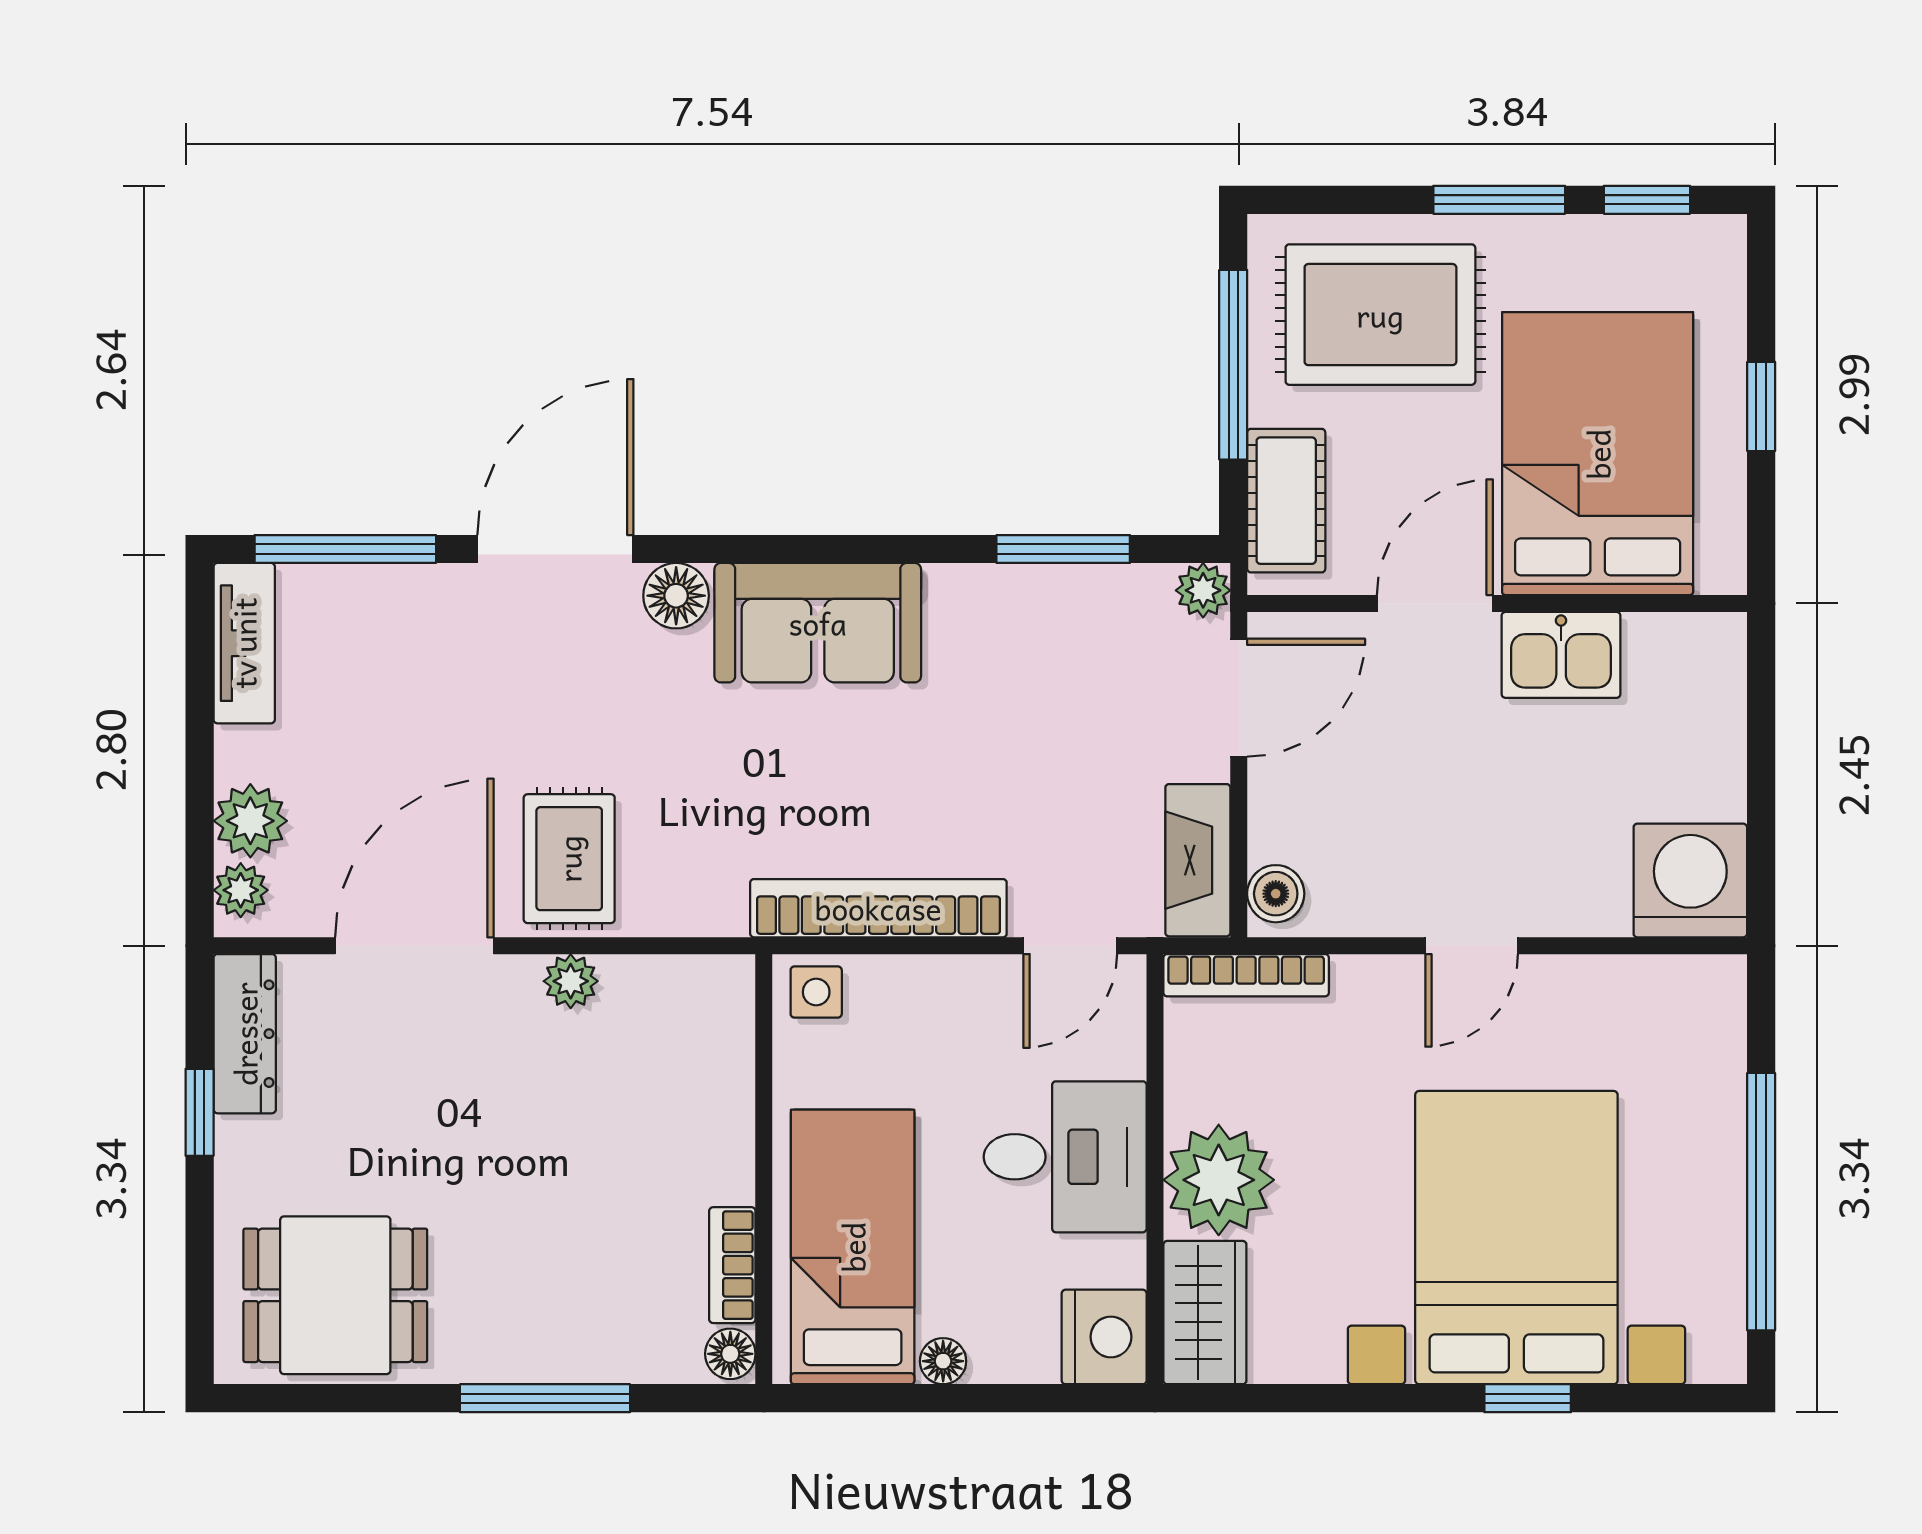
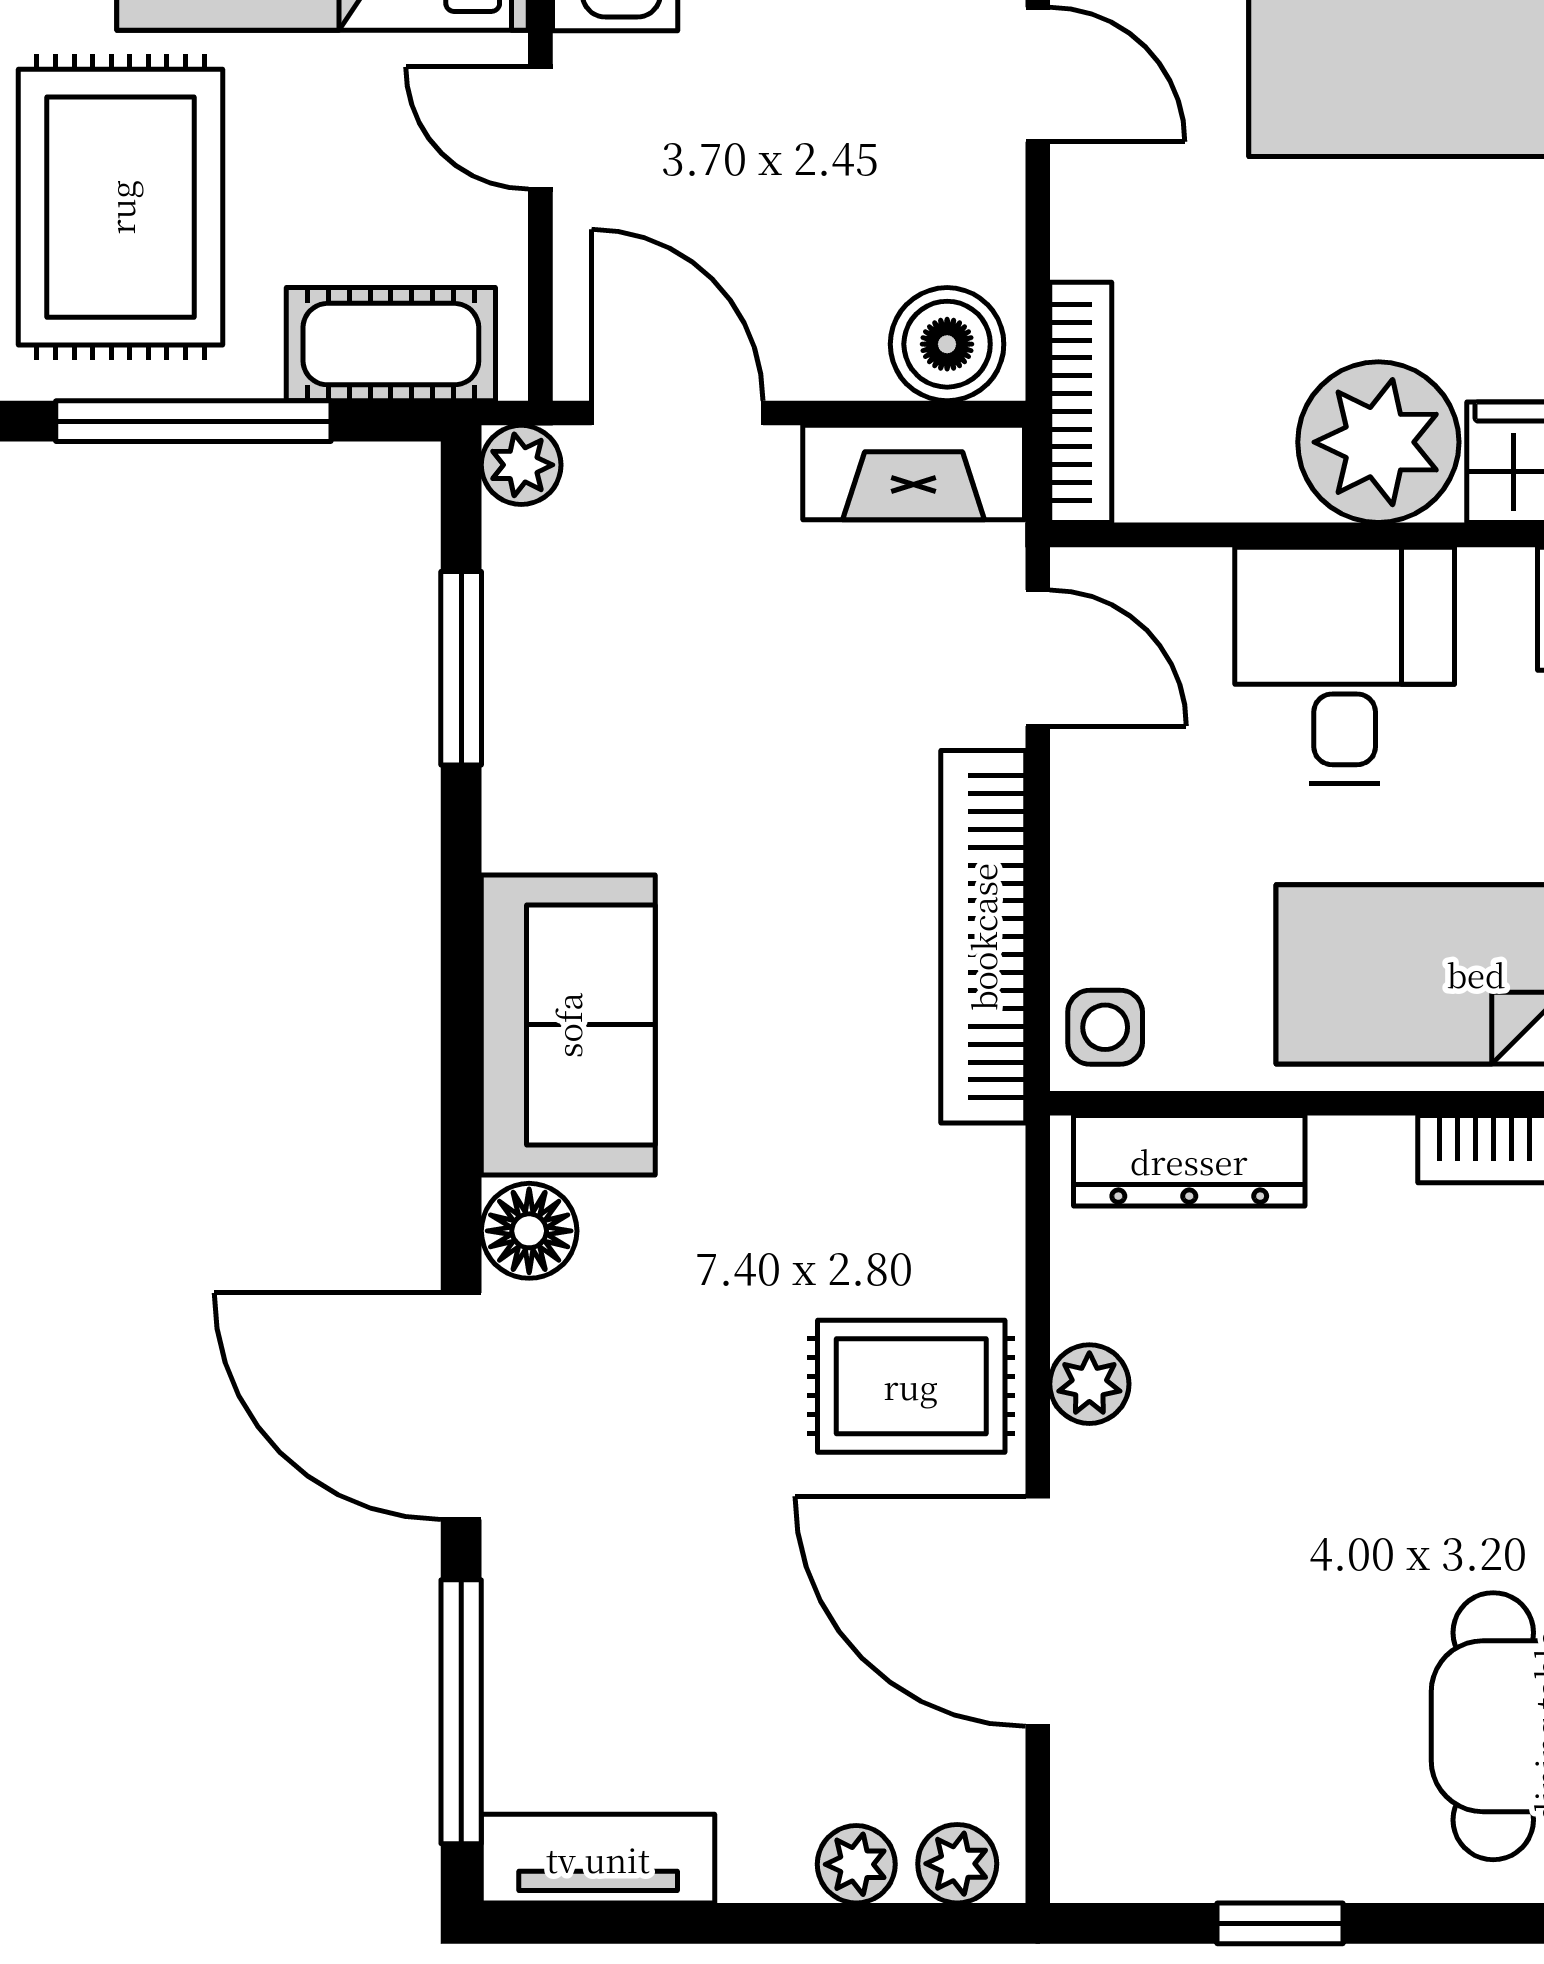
door: (1435, 603) -> (540, 128), width x0.73
plant: (250, 821) -> (856, 1864), width x0.73, depth x0.73
boiler: (1276, 894) -> (947, 344), width x1.36, depth x1.36
dresser: (245, 1034) -> (1189, 1161), moved, turned 180

